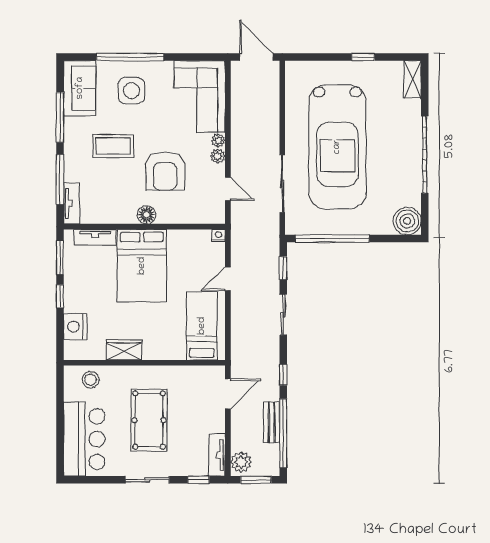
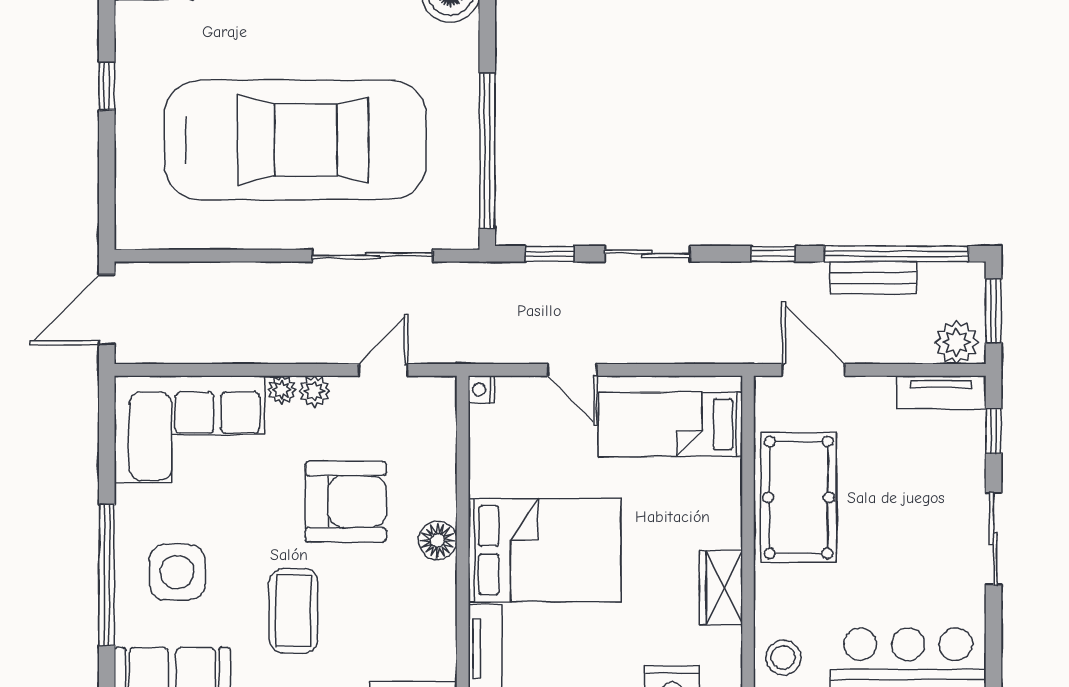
pool table: (149, 420) -> (799, 497), moved, turned 90

